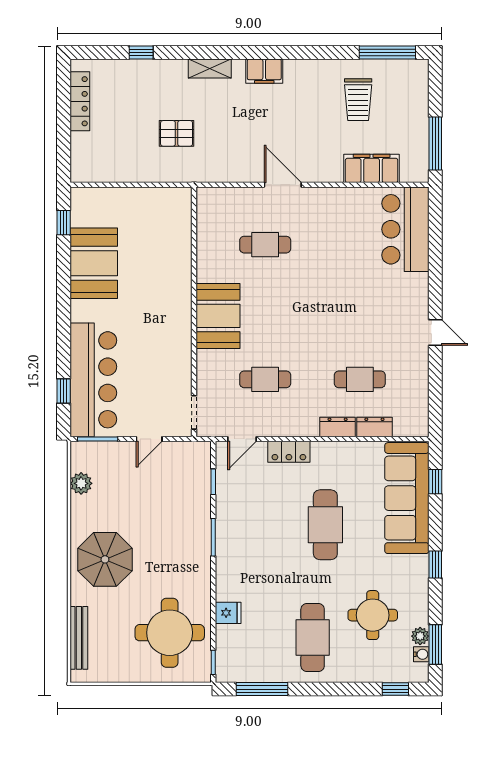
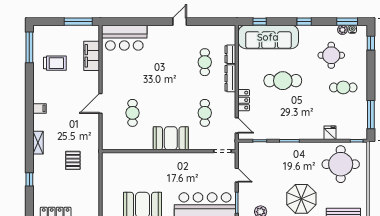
filing cabinet: (264, 71) -> (39, 108), width x0.50
dresser: (338, 427) -> (230, 78), width x1.44
cafe table: (313, 638) -> (343, 87), width x0.73, depth x0.74

